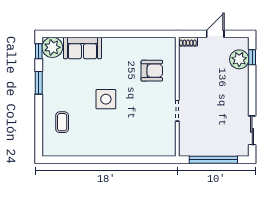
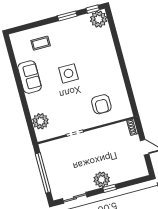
sofa: (82, 48) -> (30, 77), moved, turned 180
window: (252, 57) -> (110, 188), moved
plant: (239, 59) -> (102, 179), moved
plant: (153, 147) -> (40, 121), added

